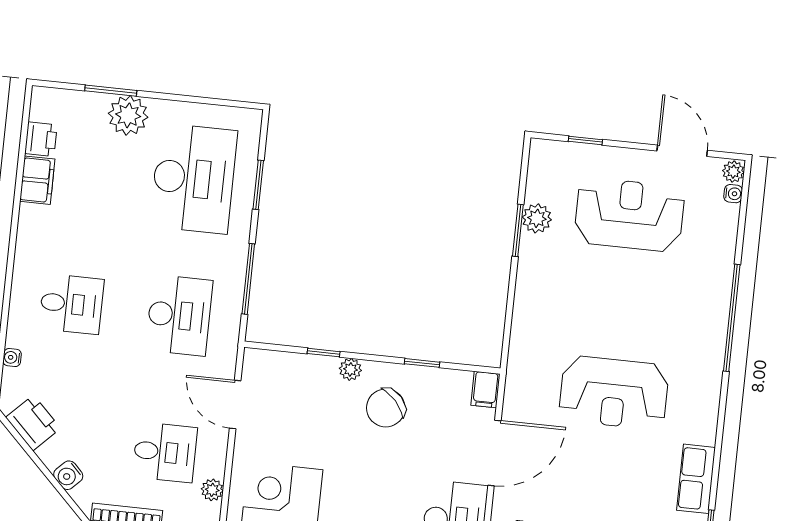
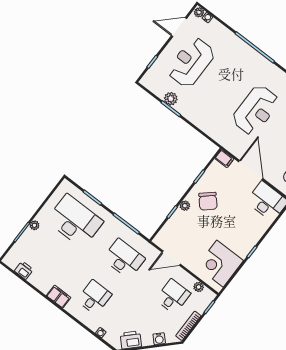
plant: (128, 115) -> (34, 225), width x0.53, depth x0.53
filing cabinet: (37, 180) -> (59, 297), moved

